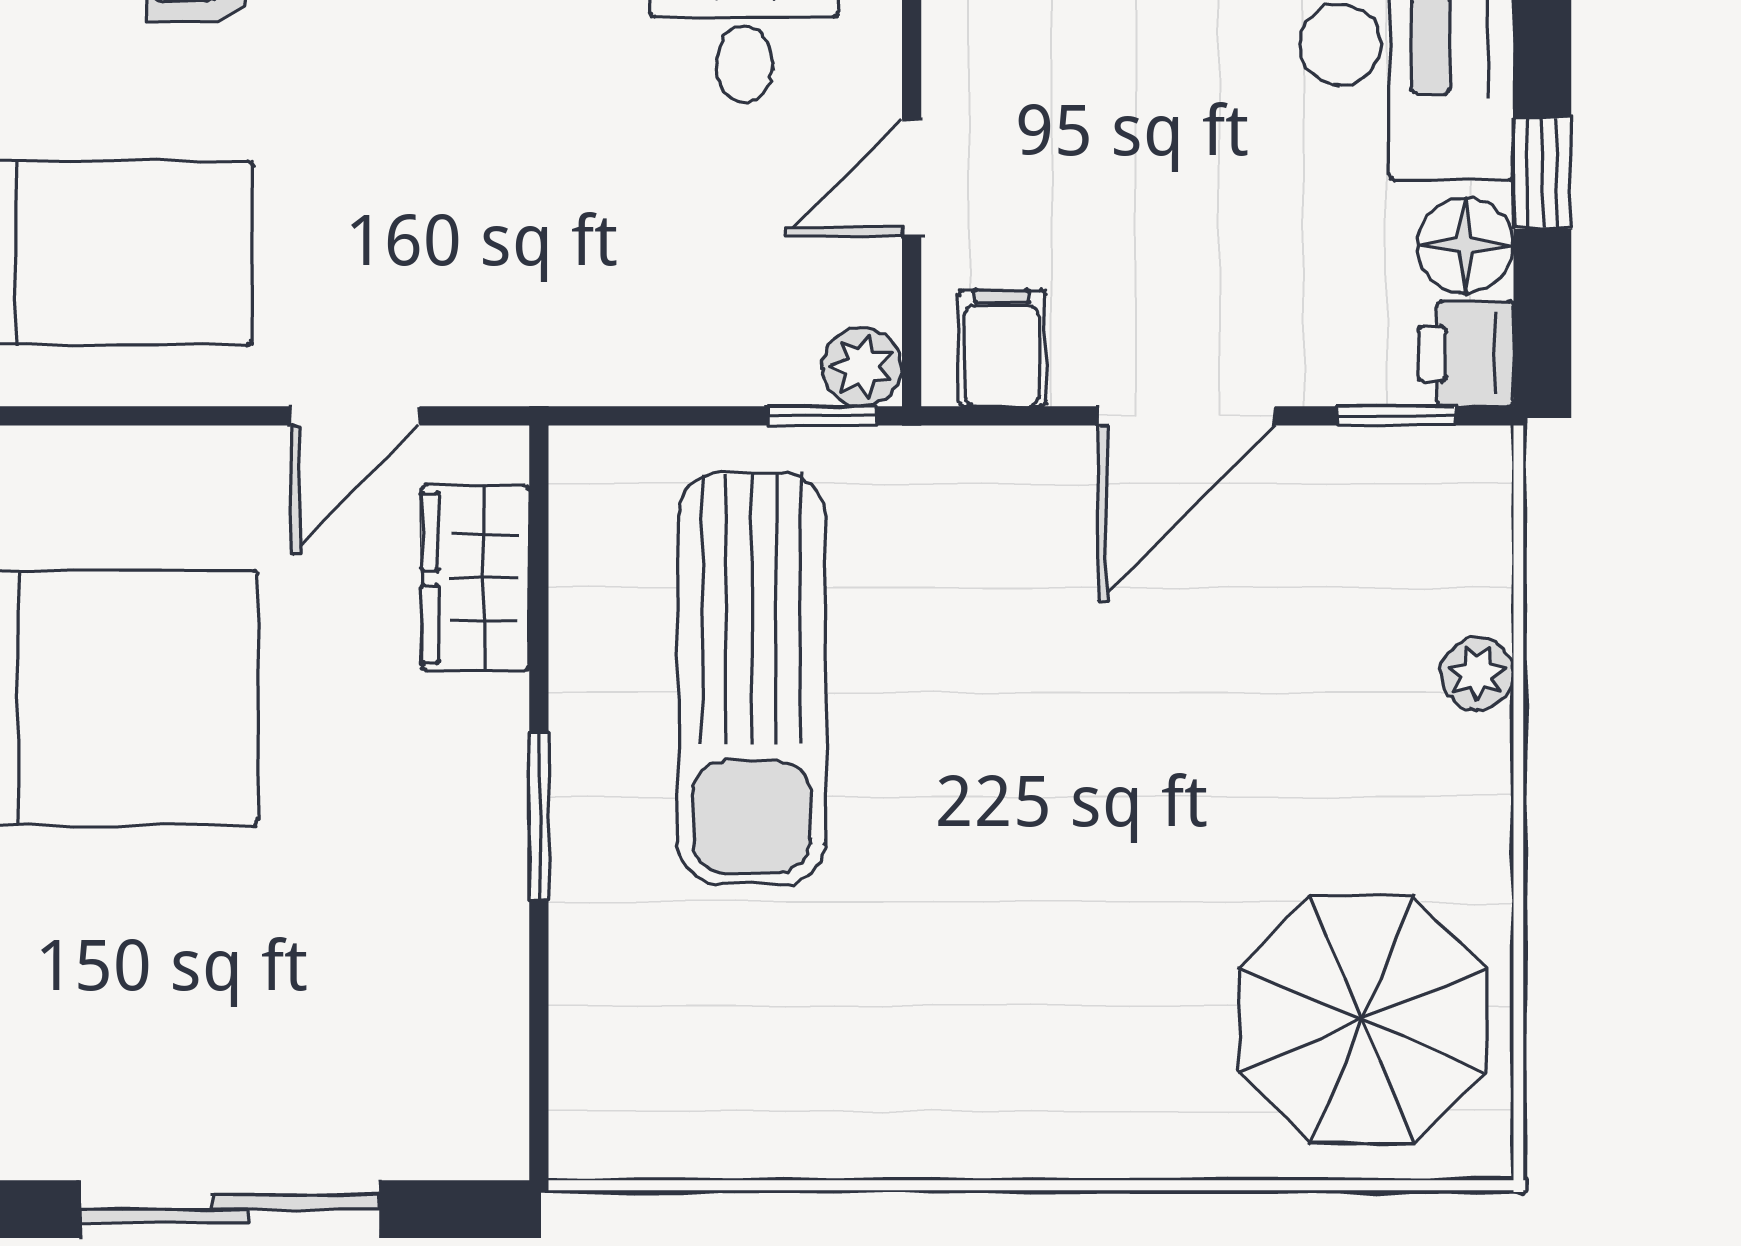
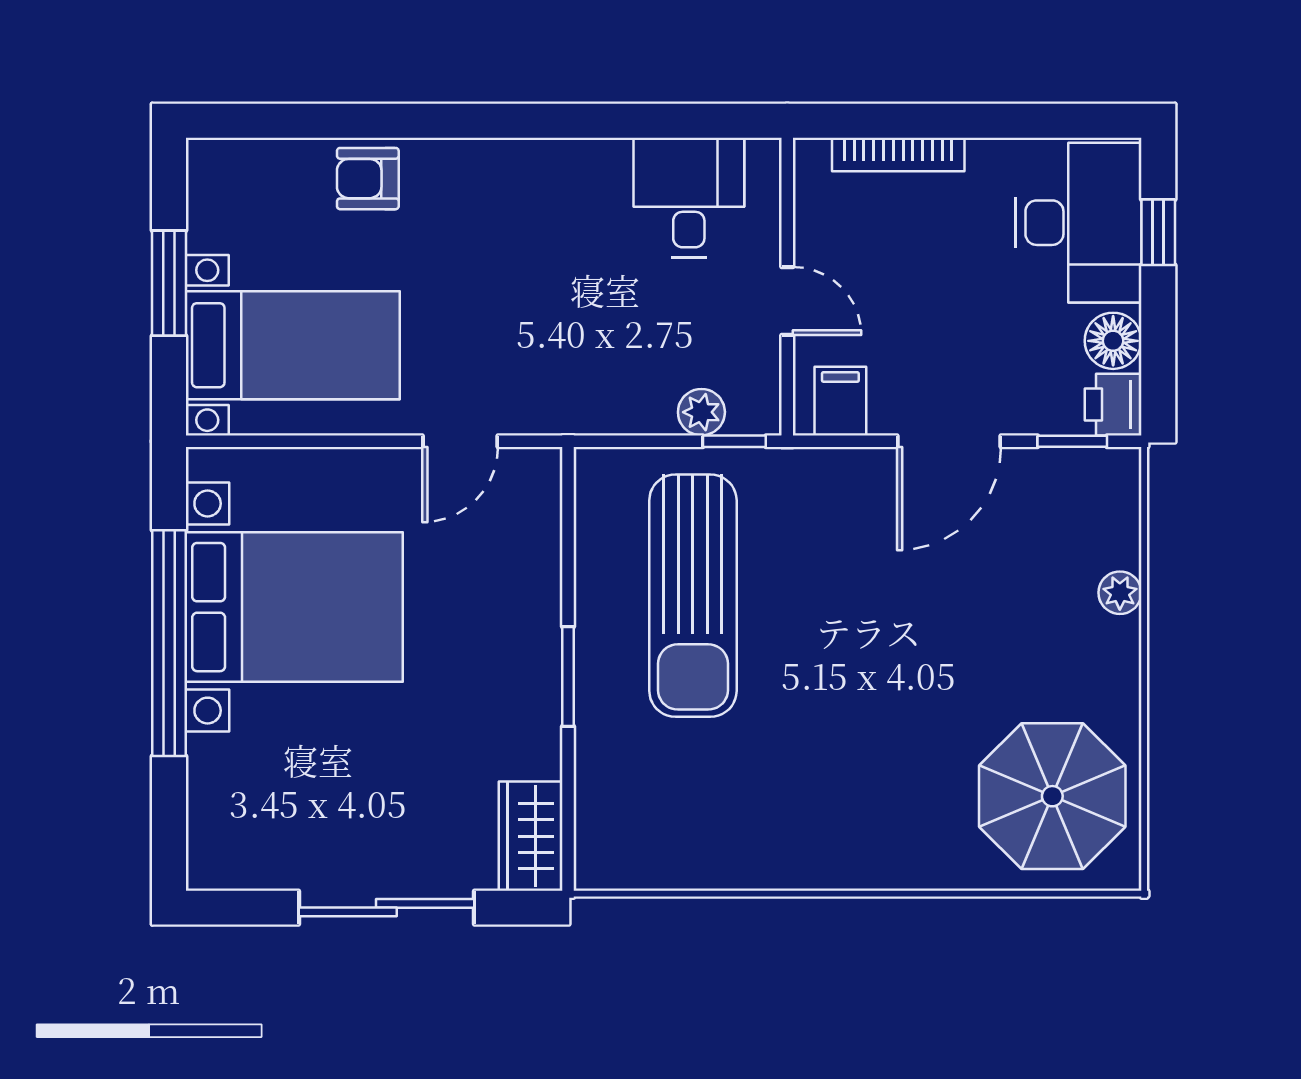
window: (1542, 173) -> (1158, 232), moved
door: (912, 178) -> (787, 301), swing flipped
plant: (862, 367) -> (701, 412), moved
wardrobe: (475, 578) -> (531, 836), moved

